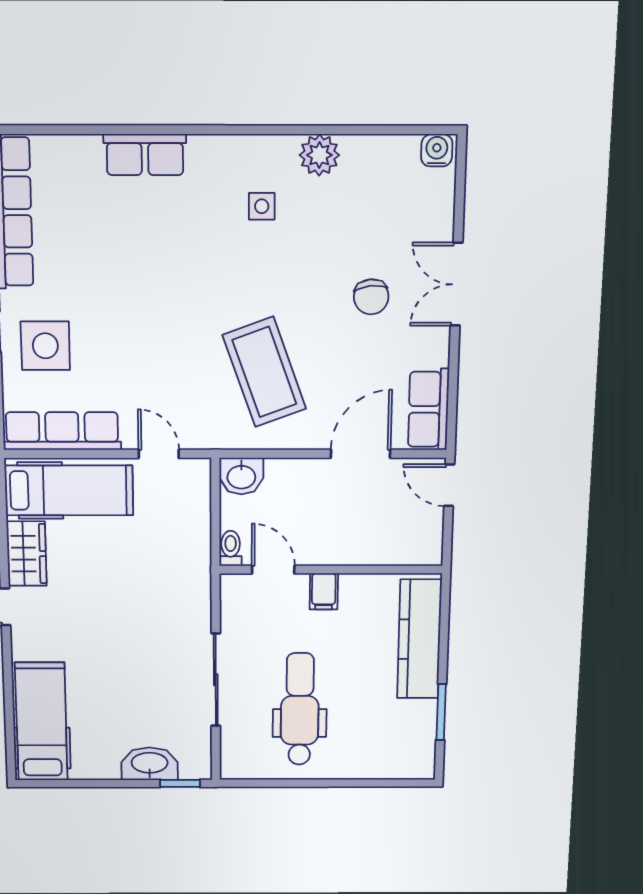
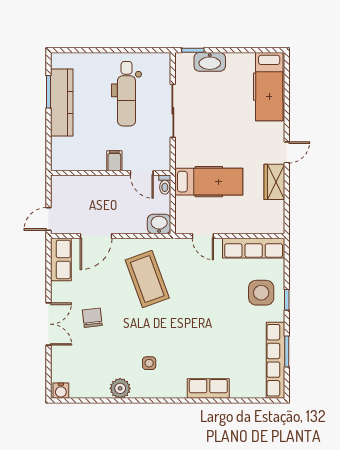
door: (449, 485) -> (48, 219), swing flipped
hospital bed: (69, 490) -> (209, 182), moved, turned 180
kitchen counter: (419, 639) -> (62, 102), moved

